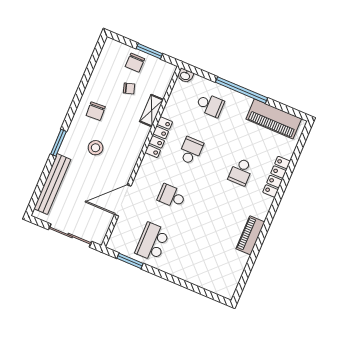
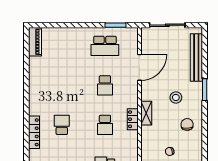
shelving: (152, 111) -> (146, 113), moved
locker: (159, 137) -> (133, 119), width x0.66
school desk: (172, 196) -> (105, 85), turned 90
piano: (250, 235) -> (35, 42), moved
school desk: (152, 242) -> (105, 46), turned 90

